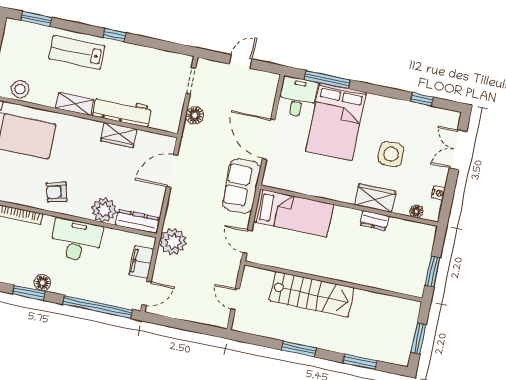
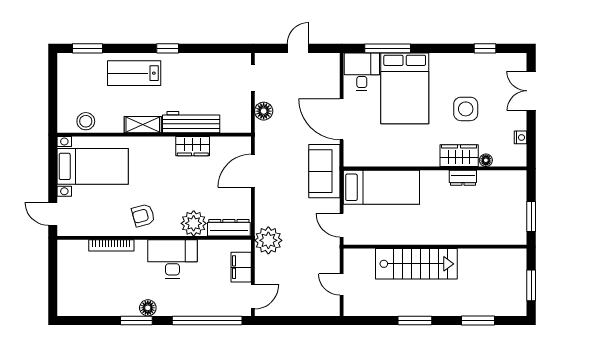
floor lamp: (416, 211) -> (486, 160), moved

